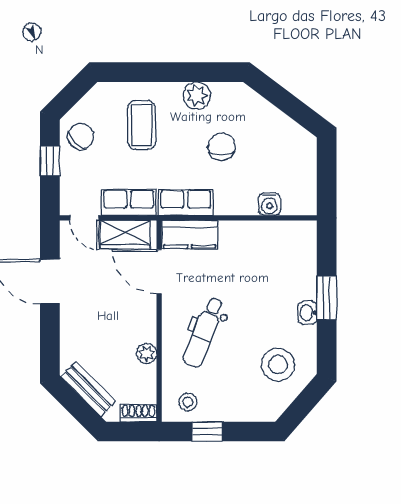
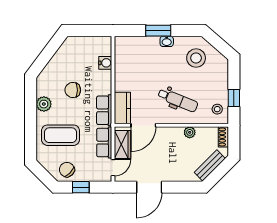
coffee table: (142, 125) -> (61, 135), width x1.36, depth x1.32

